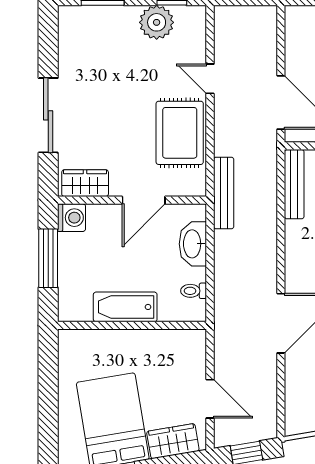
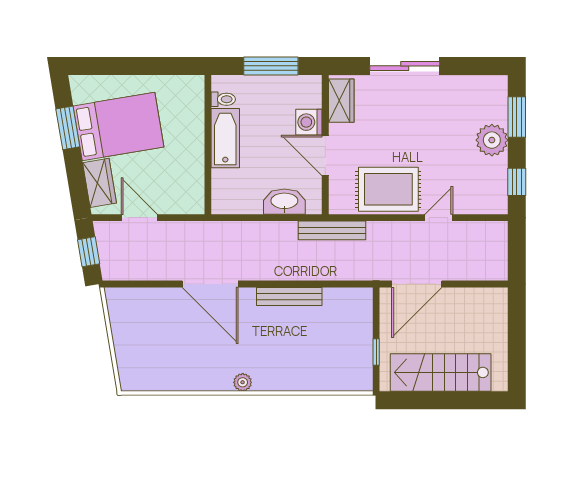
plant: (157, 22) -> (492, 140), moved
bench: (294, 184) -> (289, 296), moved
washing machine: (72, 218) -> (309, 122), moved, turned 90
toilet: (194, 291) -> (223, 99), moved, turned 90
door: (210, 399) -> (139, 218), swing flipped

